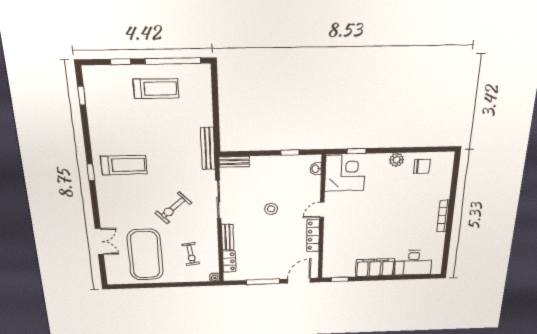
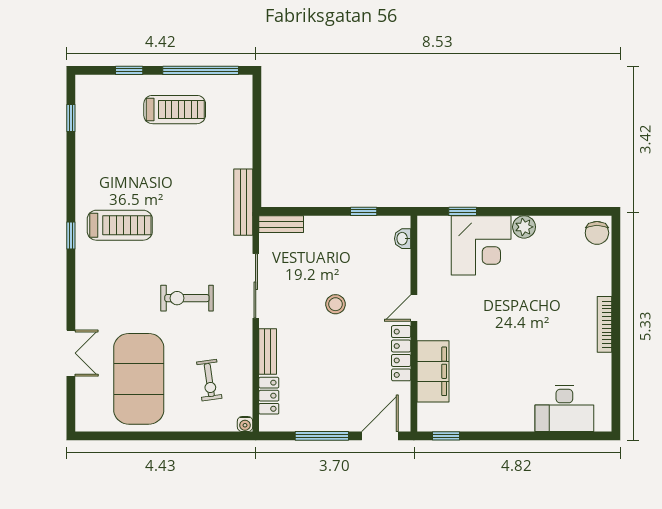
chair: (422, 166) -> (597, 233), moved, turned 90
corner desk: (345, 173) -> (481, 245), moved, turned 90
exercise bike: (173, 208) -> (187, 298), turned 42
filing cabinet: (375, 268) -> (433, 371), moved, turned 90

